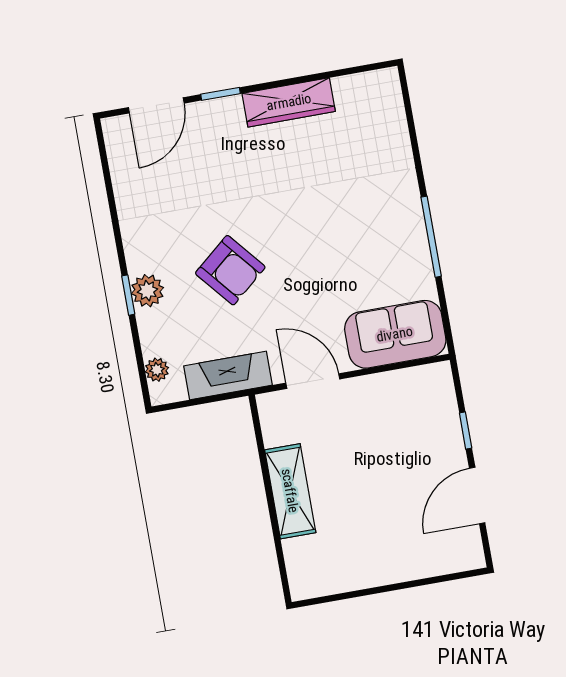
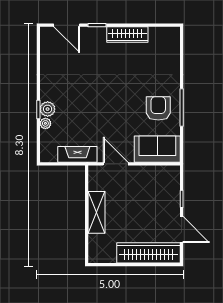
door: (156, 105) -> (67, 25), hinge flipped
armchair: (230, 270) -> (158, 108), moved, turned -140
plant: (157, 370) -> (45, 123), moved
door: (477, 495) -> (182, 230), swing flipped
wardrobe: (416, 558) -> (149, 253), added

